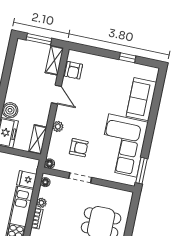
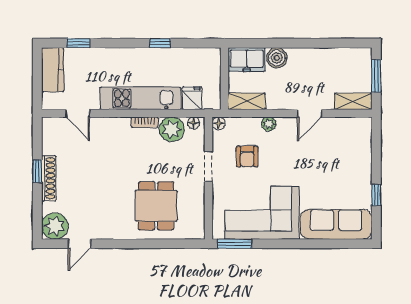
armchair: (74, 70) -> (346, 129), removed
sofa: (141, 99) -> (336, 224), width x1.36
plant: (41, 203) -> (172, 129), width x1.88, depth x1.88

